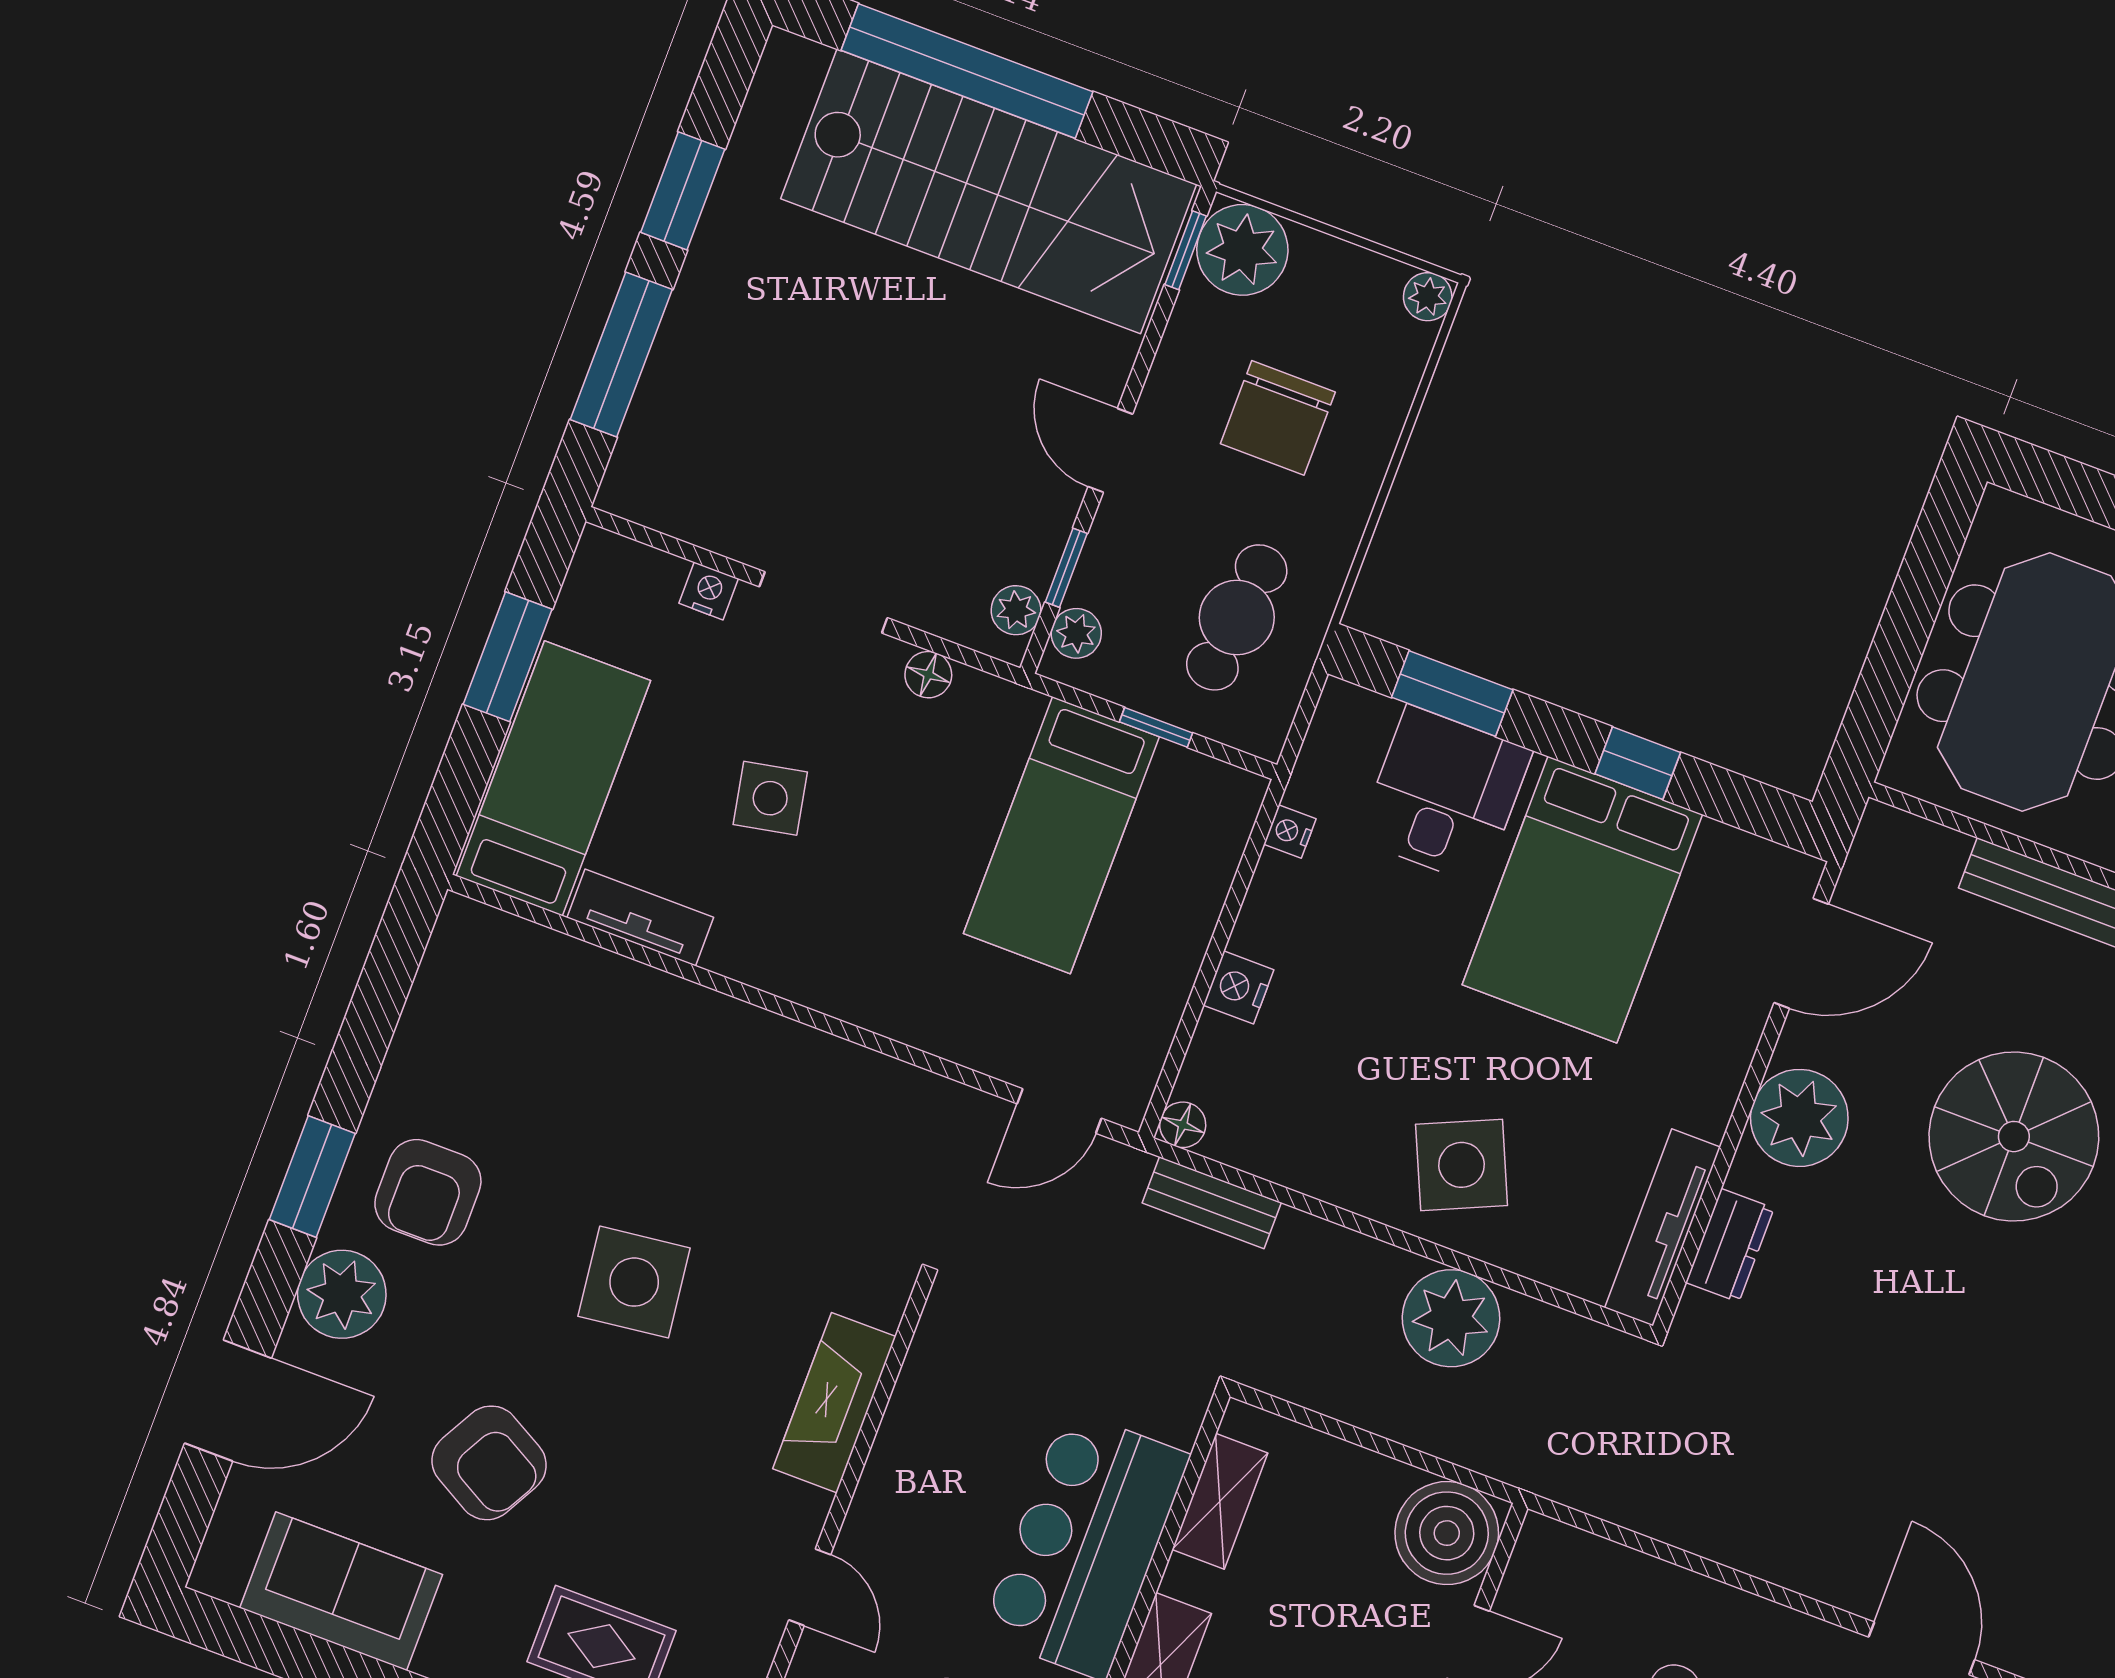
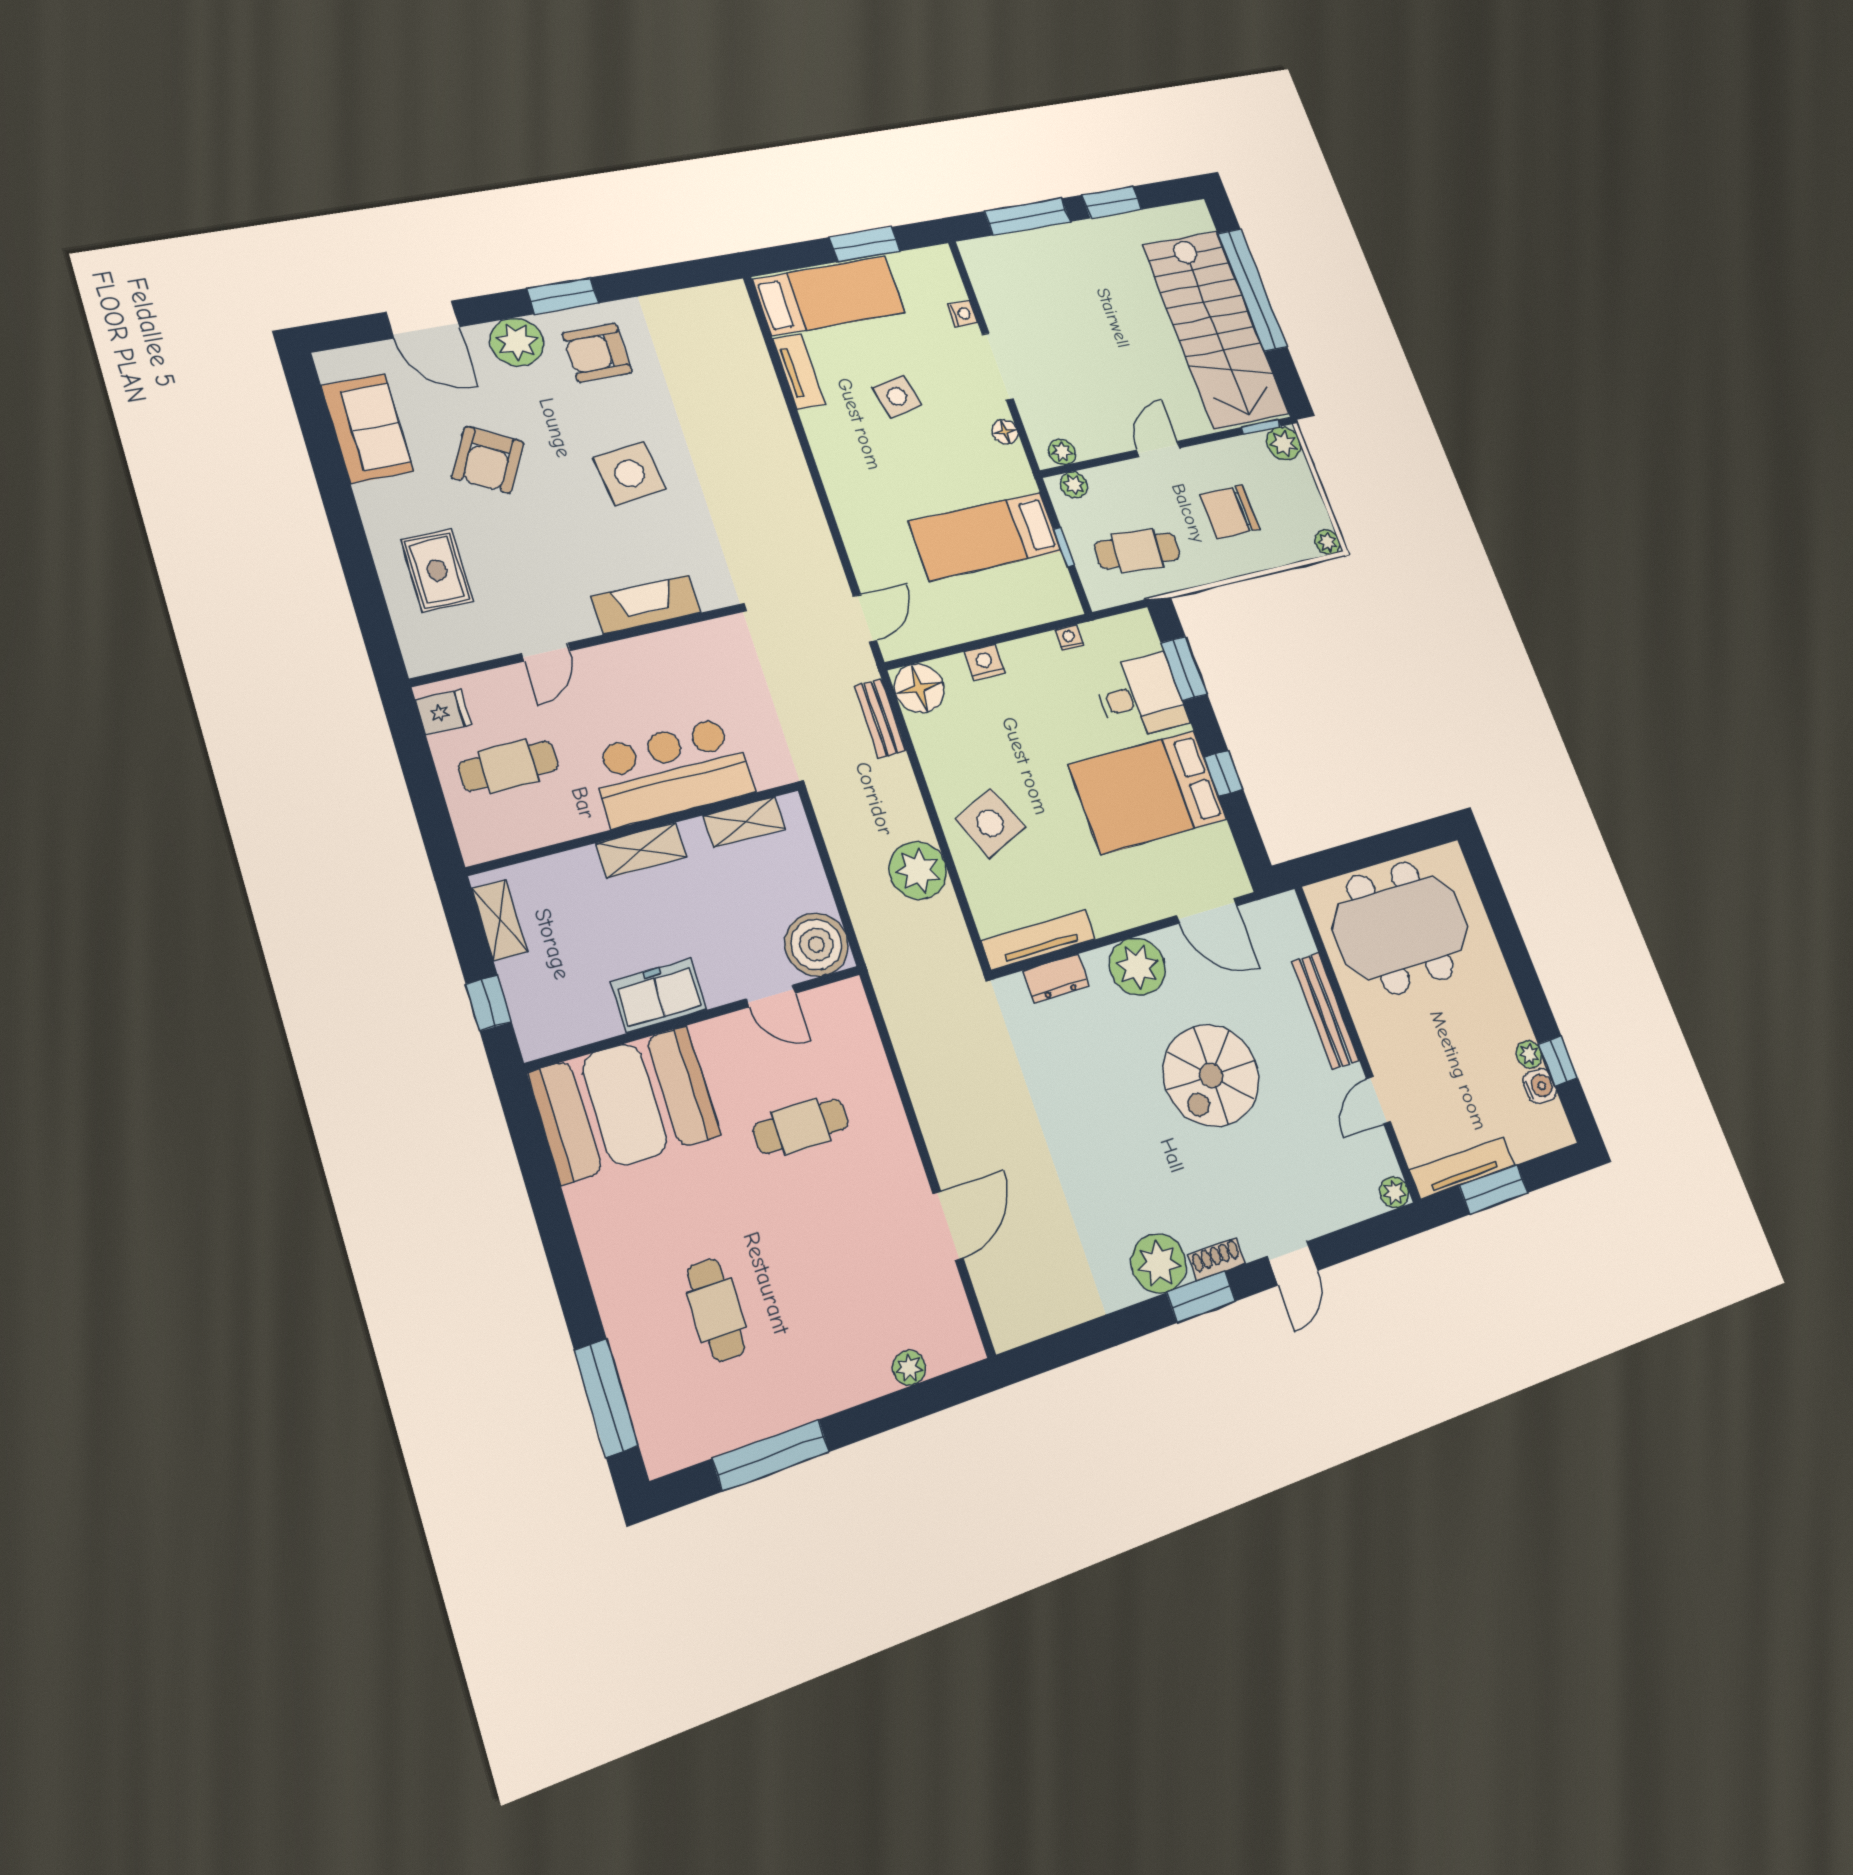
plant: (1242, 250) -> (1284, 444), width x0.73, depth x0.73
window: (1066, 568) -> (1097, 462), removed
door: (1059, 1111) -> (865, 618), swing flipped
floor lamp: (1183, 1125) -> (919, 688), width x1.89, depth x1.89

